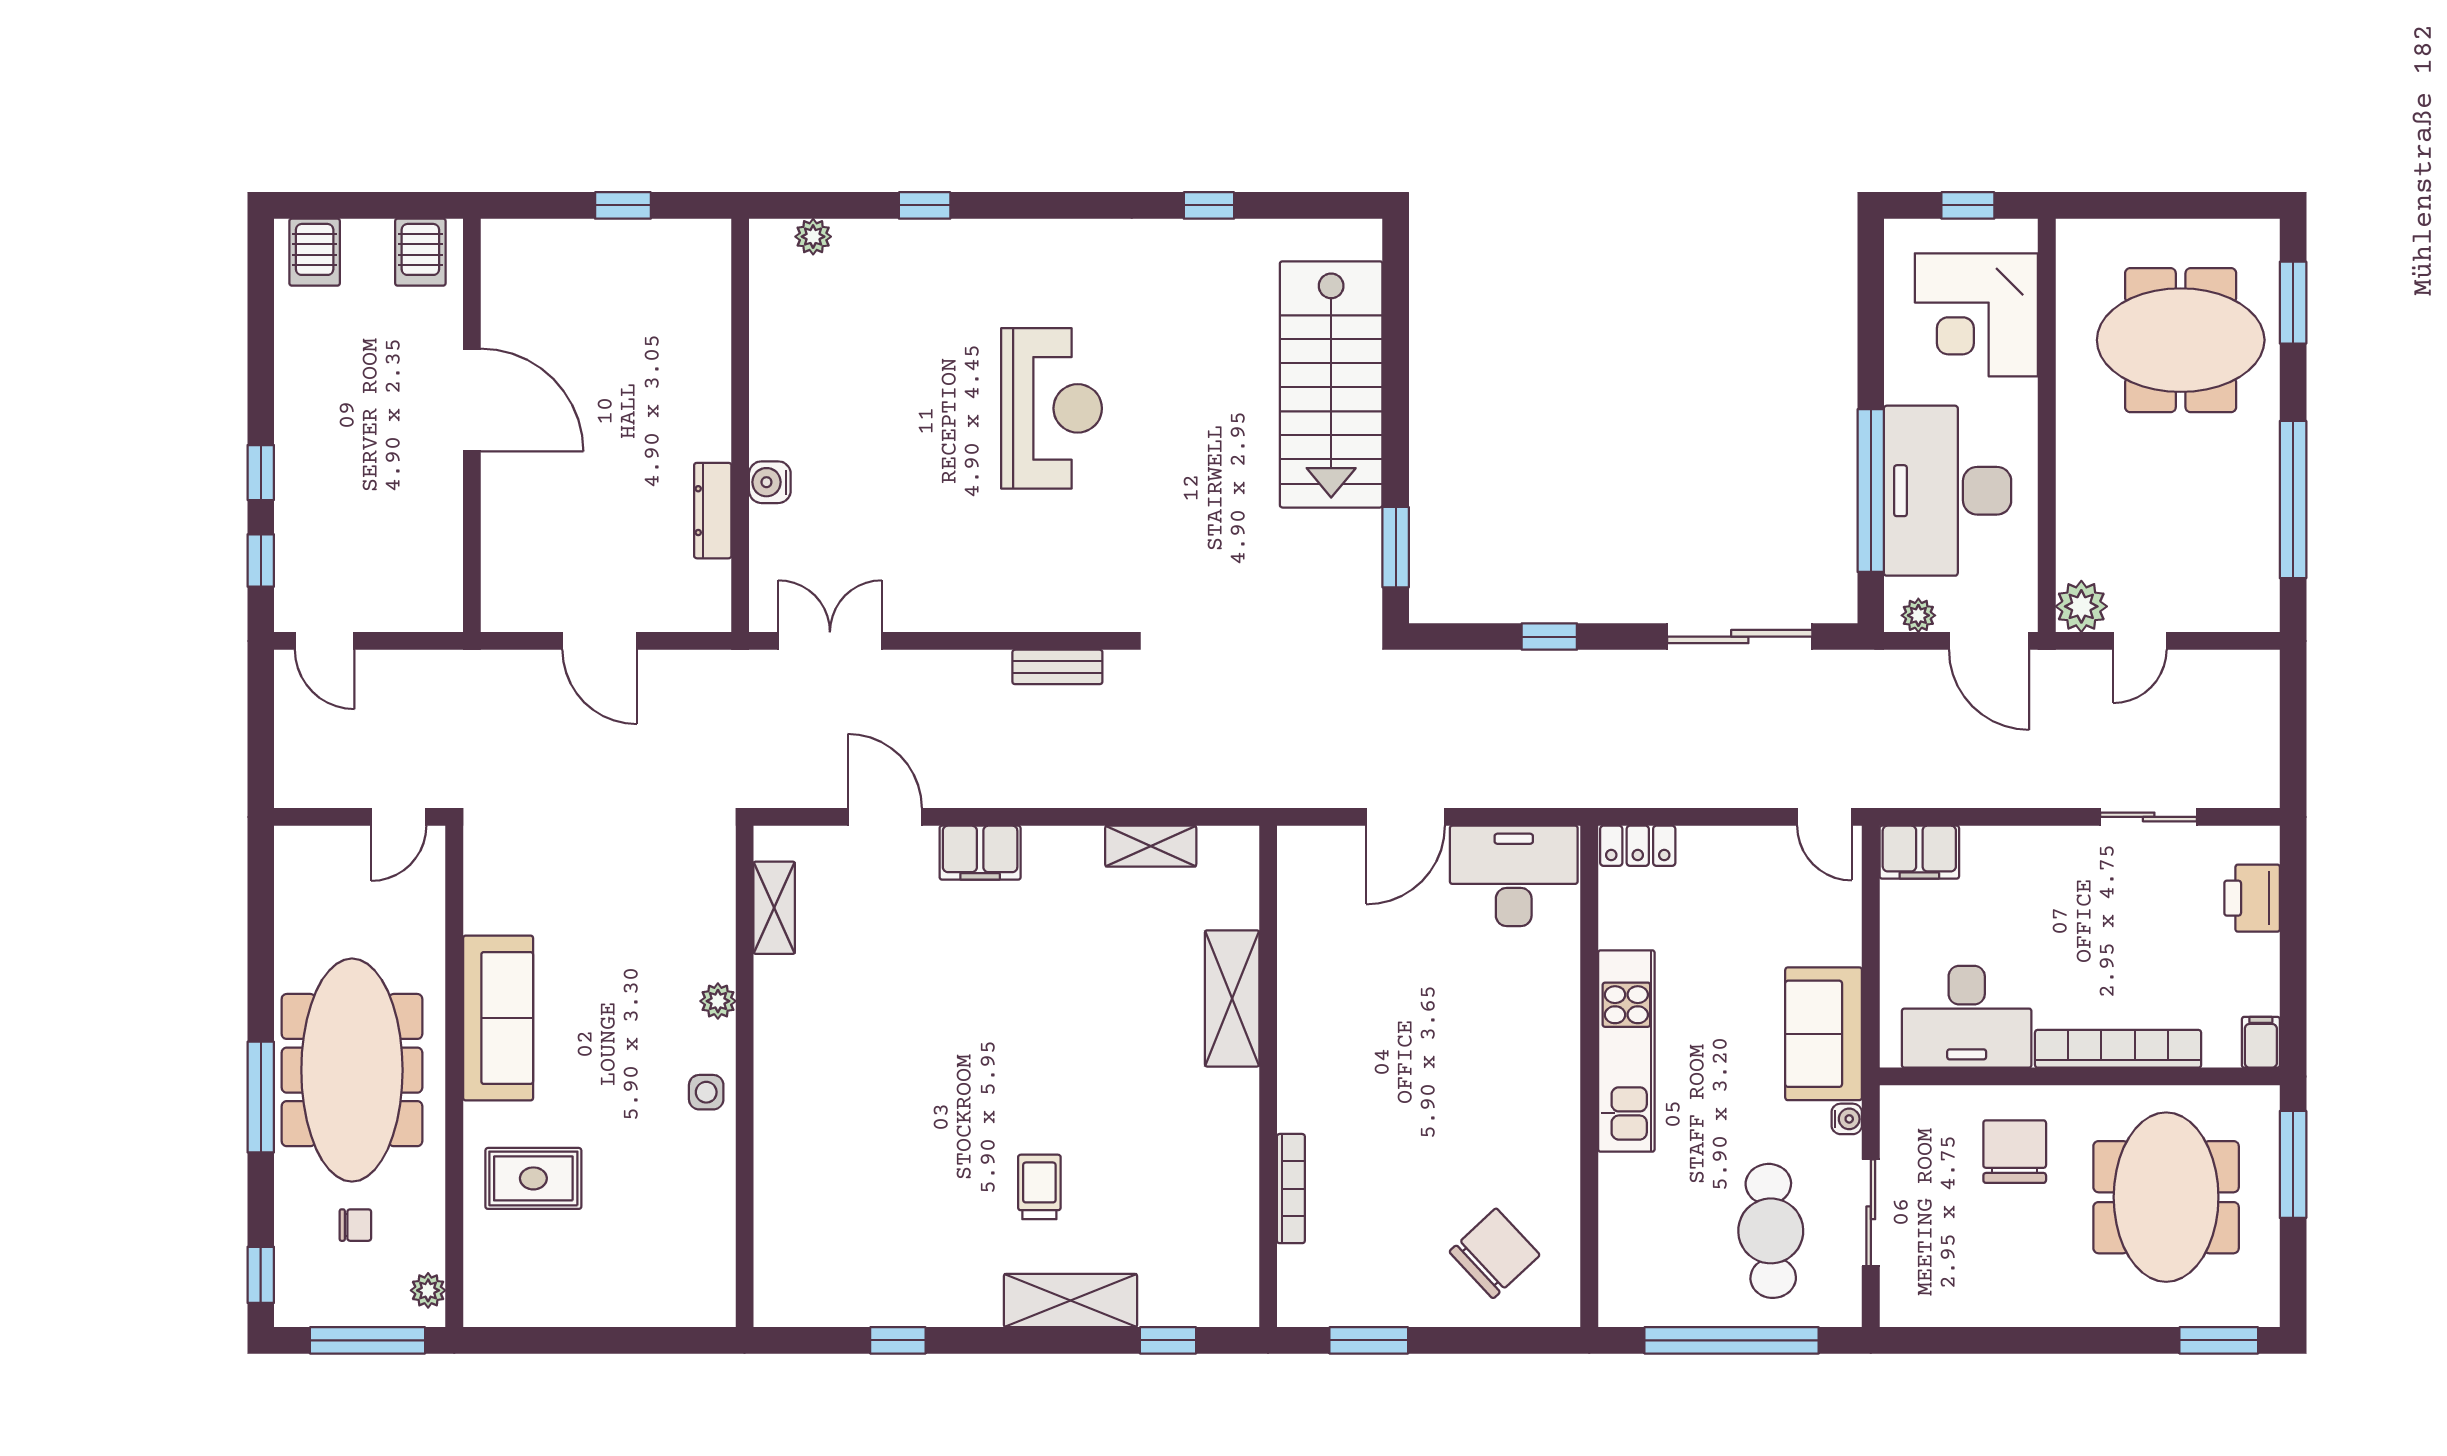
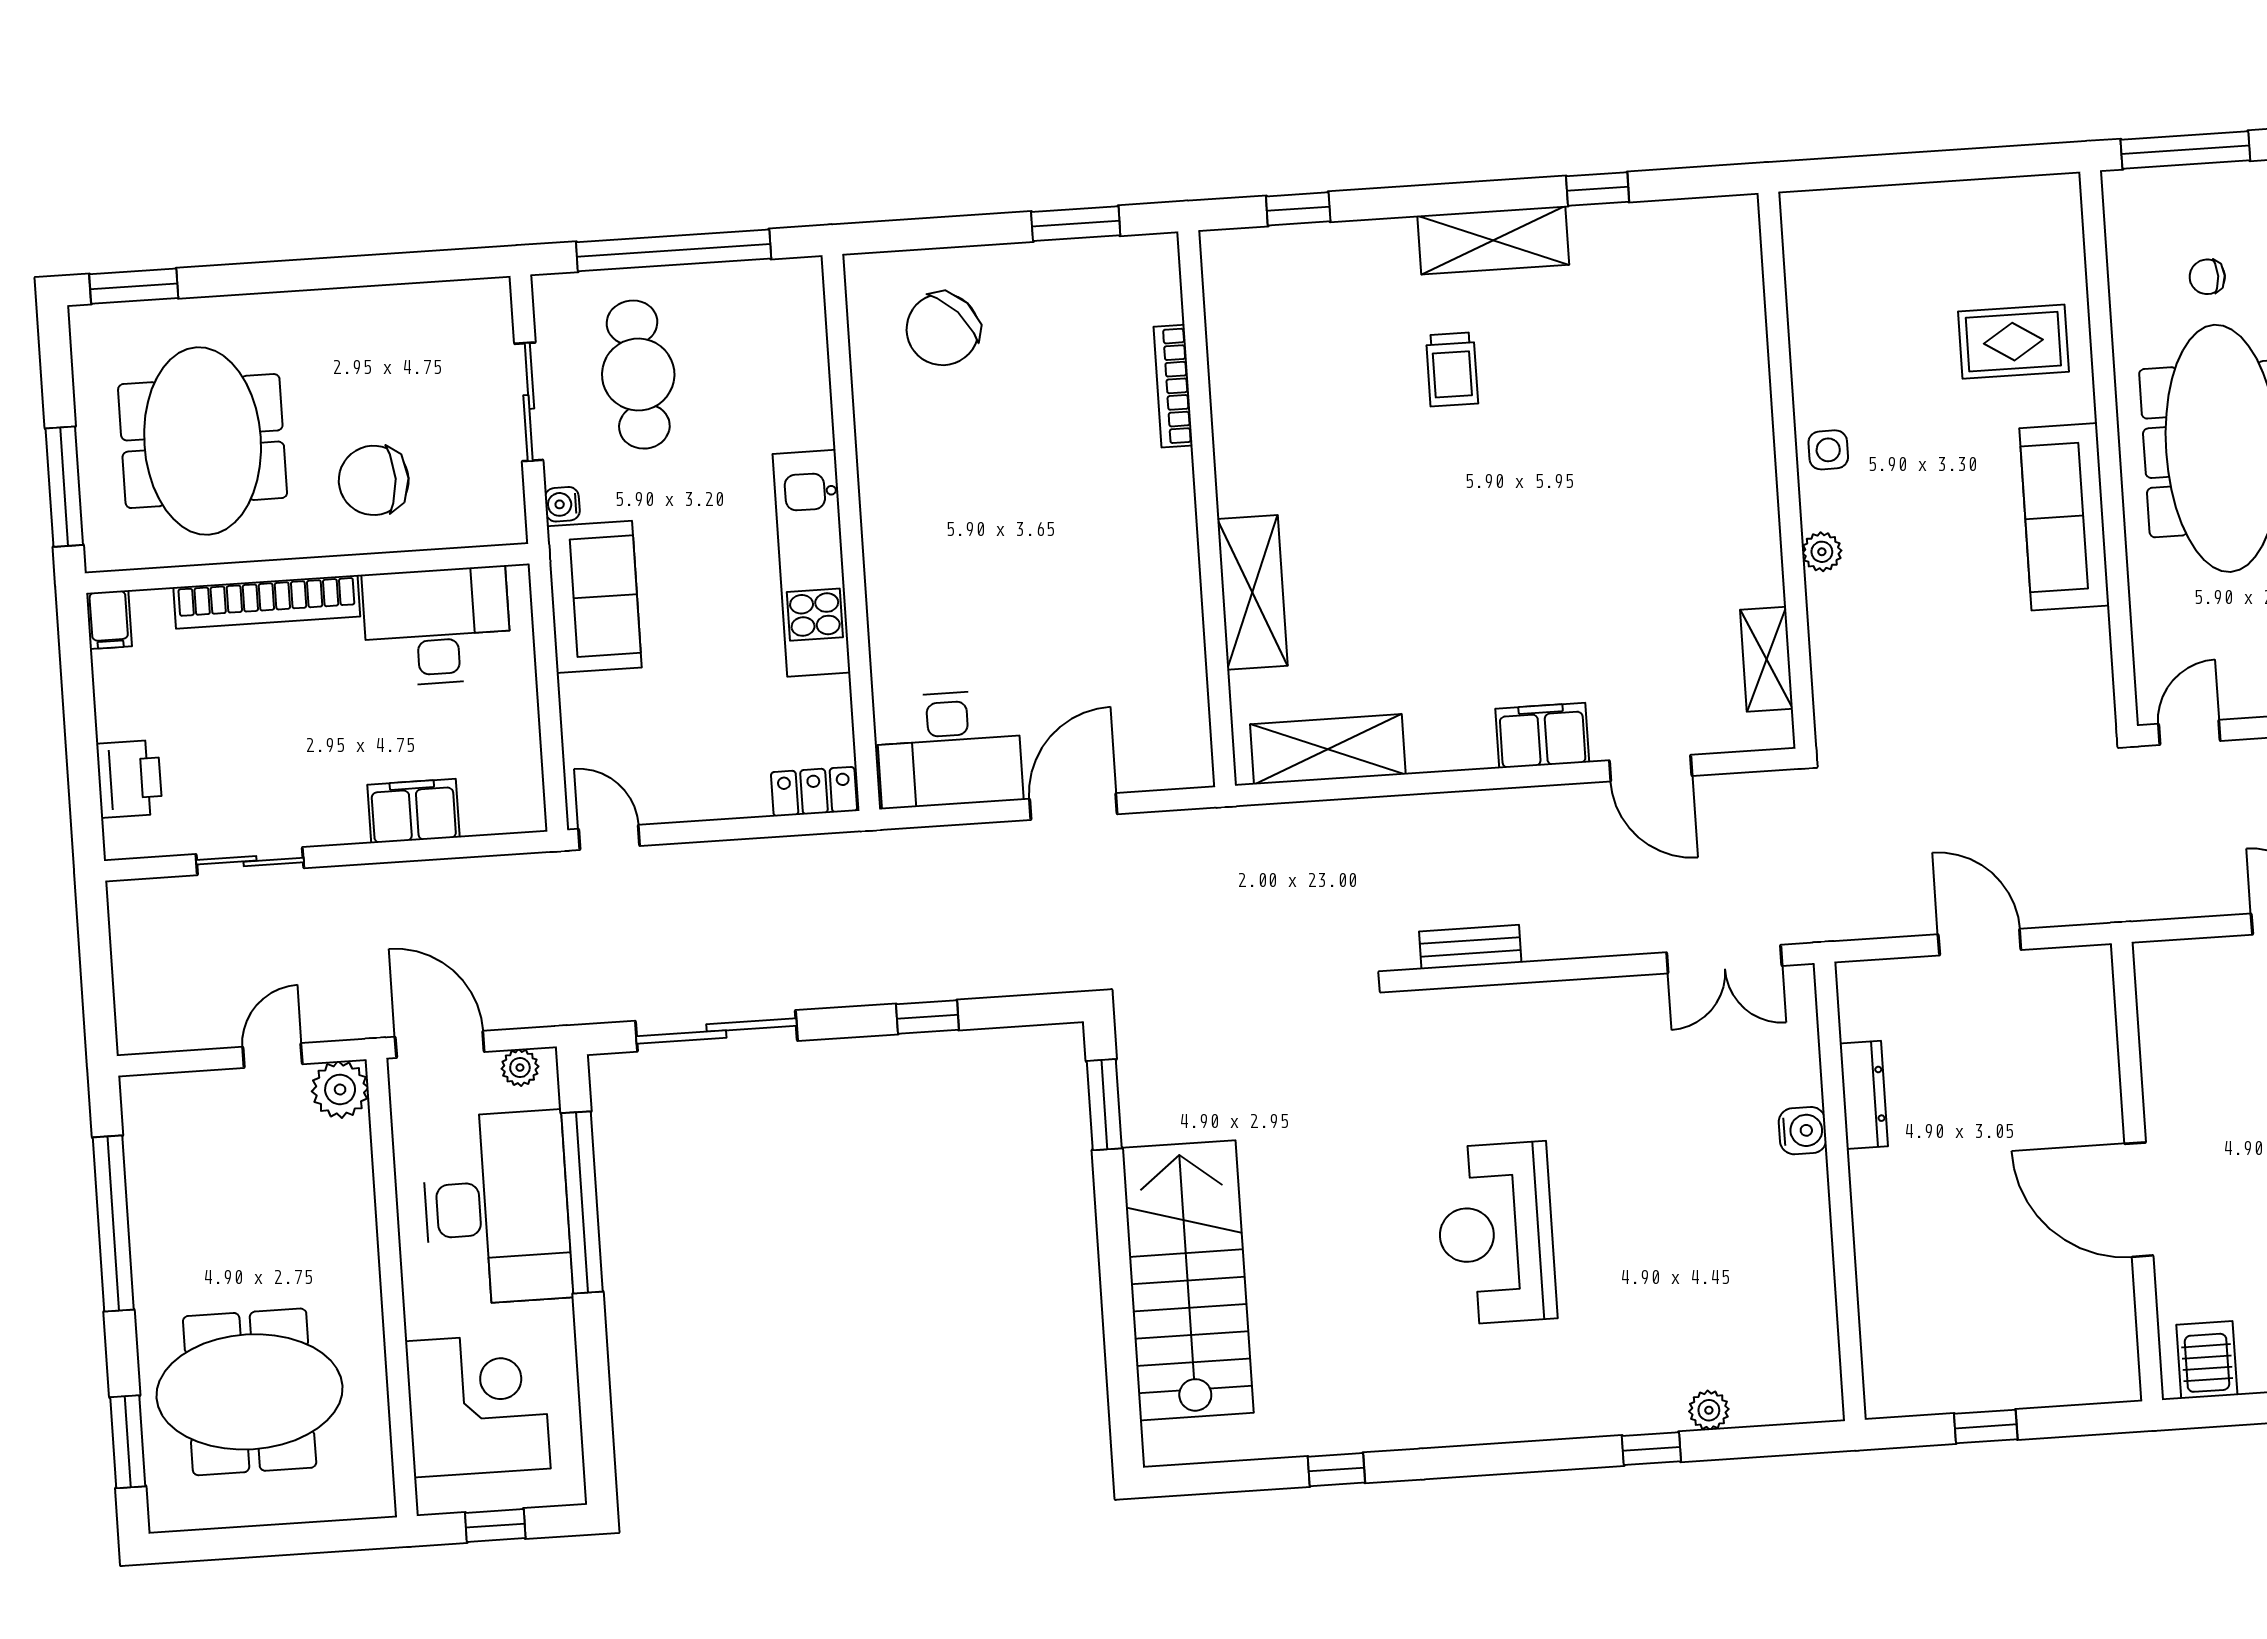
plant: (813, 237) -> (1709, 1410), moved
shelving: (1151, 846) -> (1328, 749), width x1.50, depth x1.33
filing cabinet: (1919, 852) -> (414, 811), moved
chair: (2015, 1152) -> (374, 480), turned 90
plant: (428, 1290) -> (2122, 210), removed
shelving: (1070, 1301) -> (1493, 240), moved

